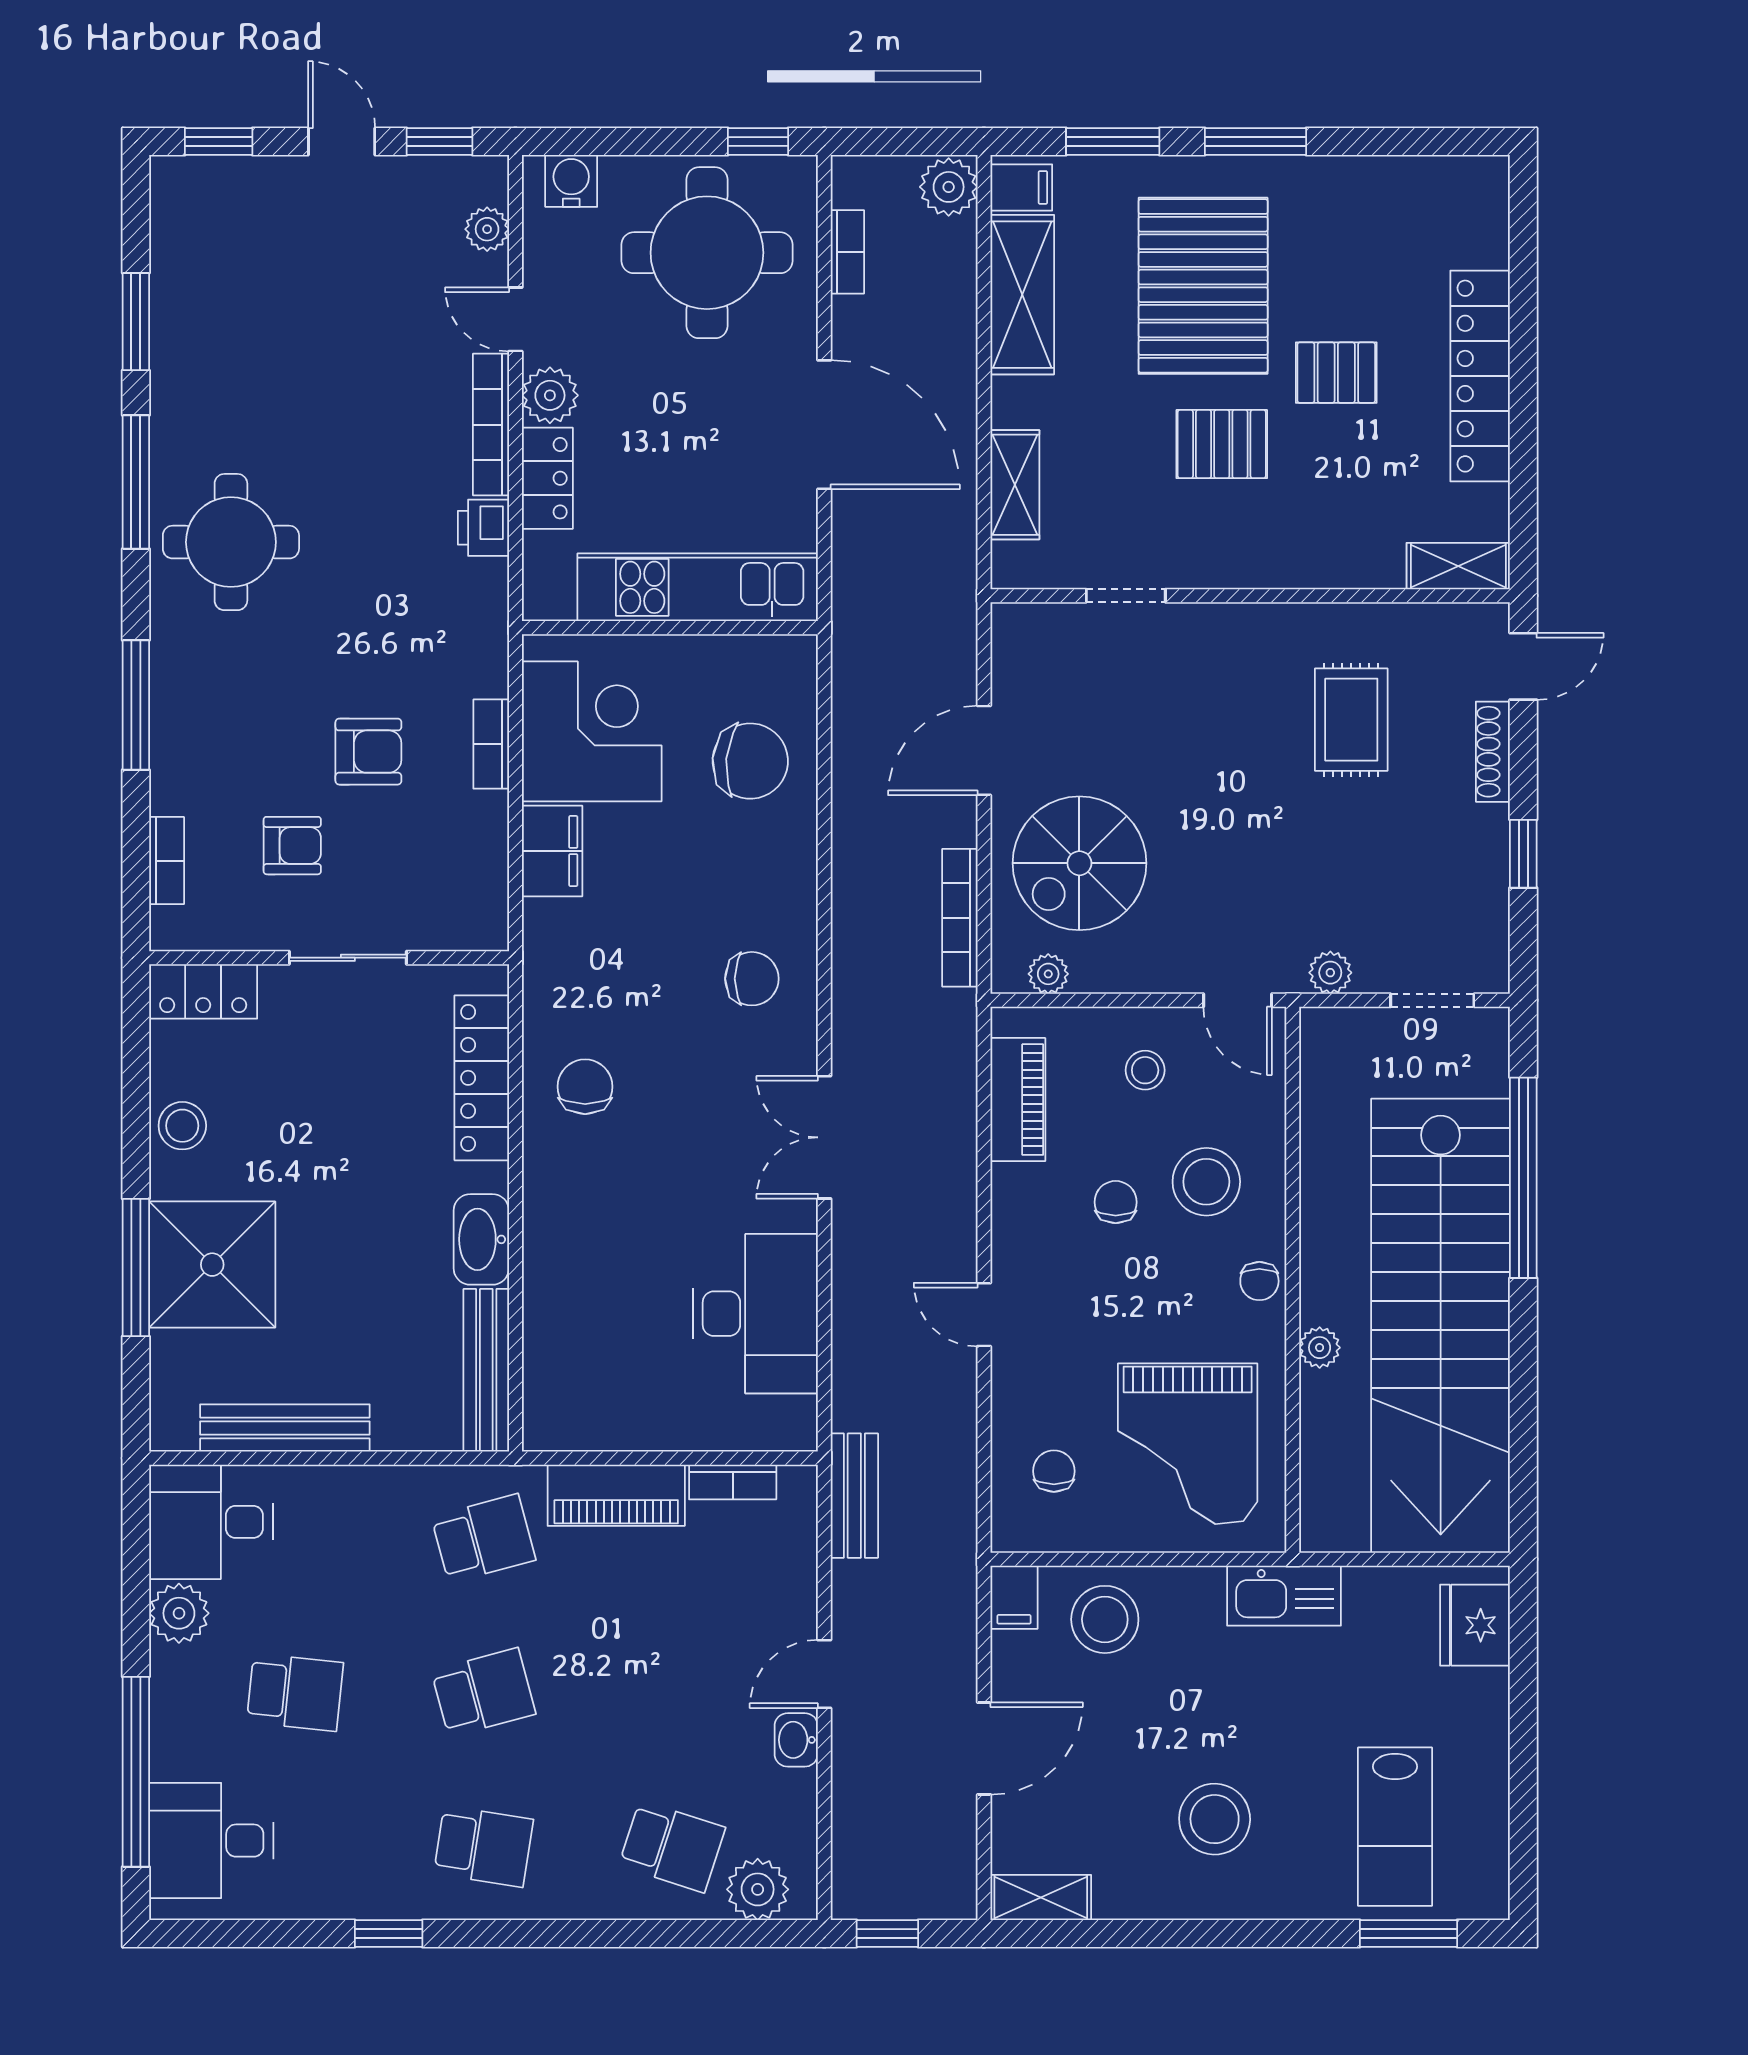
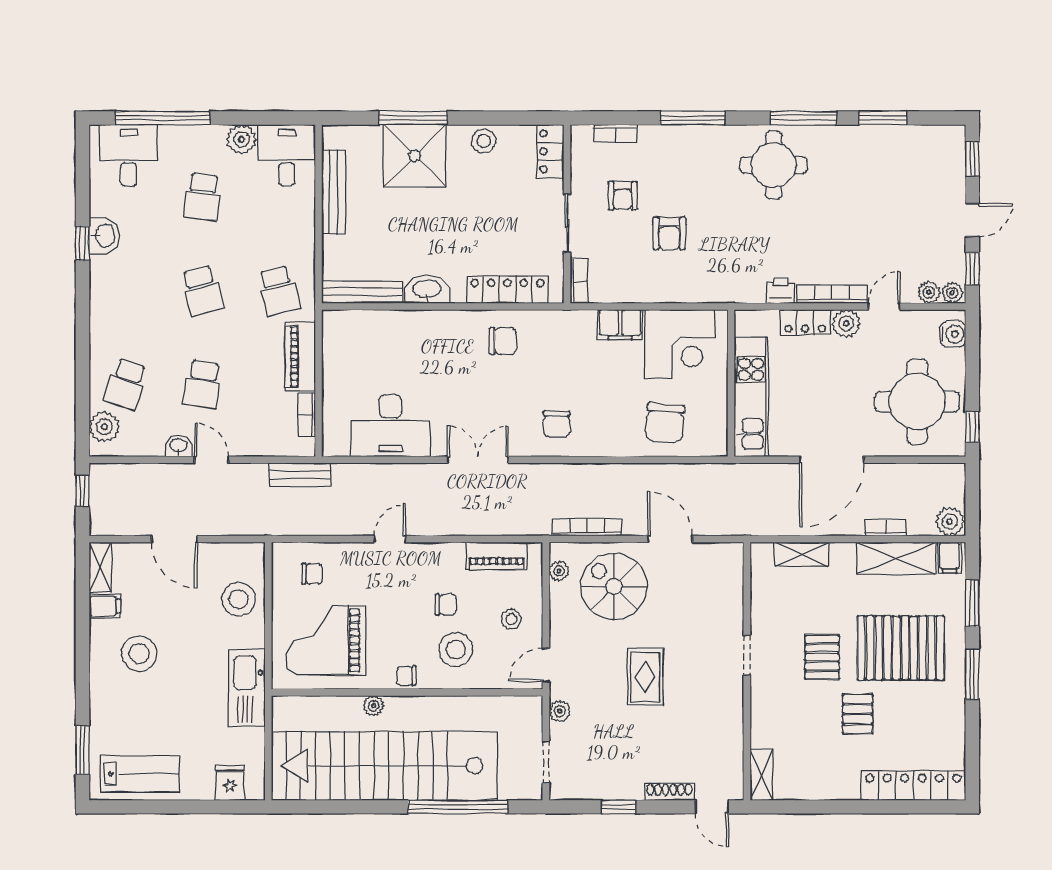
plant: (488, 182) -> (952, 293), added
bookcase: (847, 252) -> (886, 528), moved, turned 180
locker: (1480, 376) -> (913, 785), moved
doorway: (1126, 596) -> (747, 655), moved
rug: (1351, 720) -> (645, 677), moved, turned 90
bookcase: (491, 744) -> (579, 281), moved, turned 90
kitchen sink: (1284, 1596) -> (247, 688), width x1.36, depth x1.24
filing cabinet: (1014, 1597) -> (105, 606), moved, turned 180
fridge: (1475, 1625) -> (230, 783), width x0.72
lab bench: (1395, 1827) -> (140, 774), moved, turned 180
school desk: (483, 1846) -> (202, 384), moved
washbasin: (373, 1889) -> (104, 236), added

